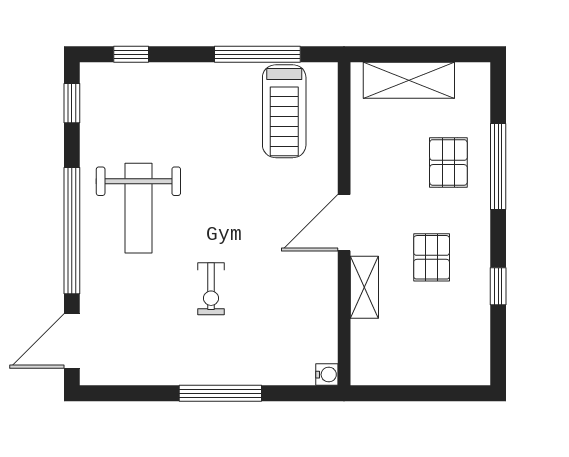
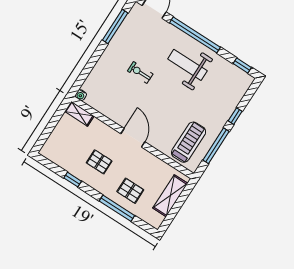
window: (131, 54) -> (235, 116), moved
treadmill: (284, 111) -> (189, 142), turned 90
shelving: (364, 287) -> (79, 114), moved
window: (220, 393) -> (115, 27), moved

